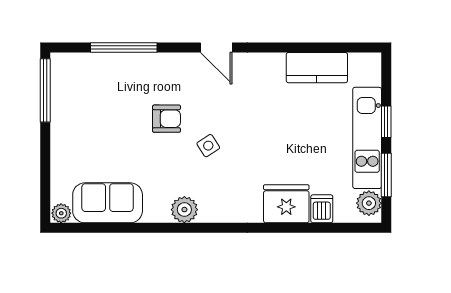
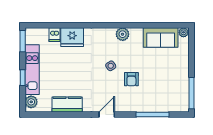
door: (216, 47) -> (107, 114), hinge flipped
kitchen counter: (317, 68) -> (67, 104), moved
armchair: (167, 119) -> (131, 79), turned -90
window: (386, 175) -> (23, 41), moved
plant: (369, 203) -> (31, 102), moved

